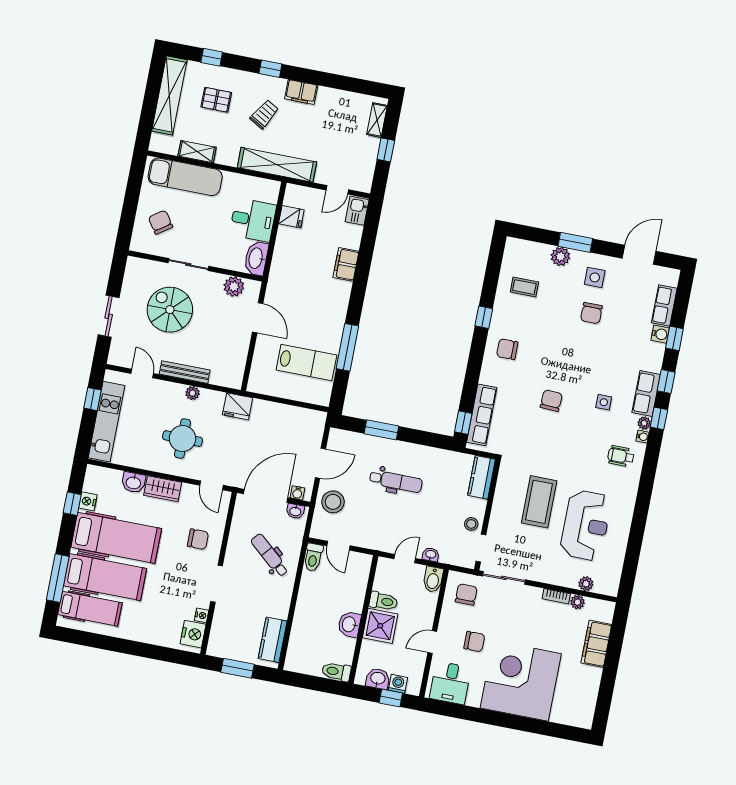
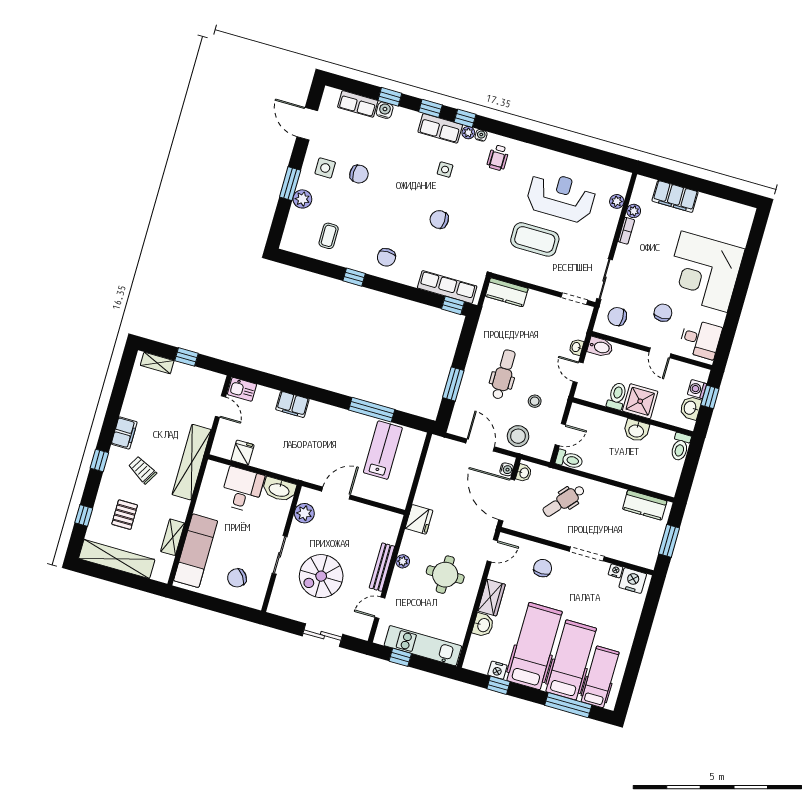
stool: (471, 524) -> (535, 401), moved

